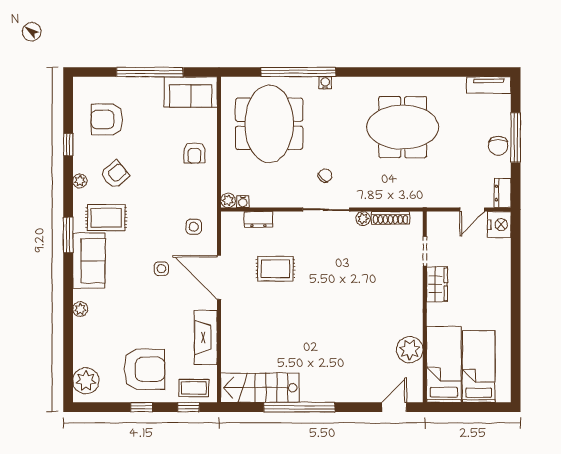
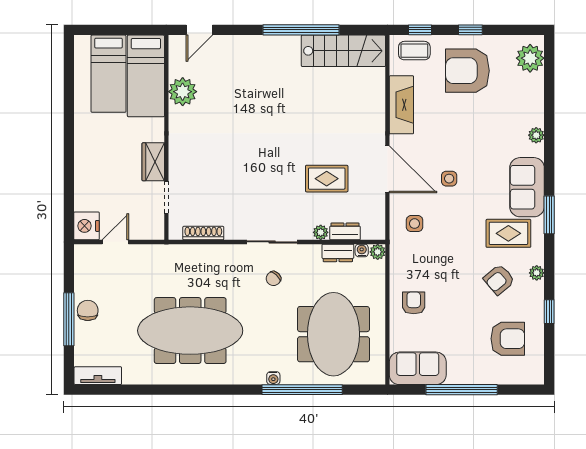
meeting table: (403, 127) -> (190, 331), width x1.36
dresser: (503, 193) -> (338, 253), moved, turned 90
plant: (363, 219) -> (321, 232), moved

